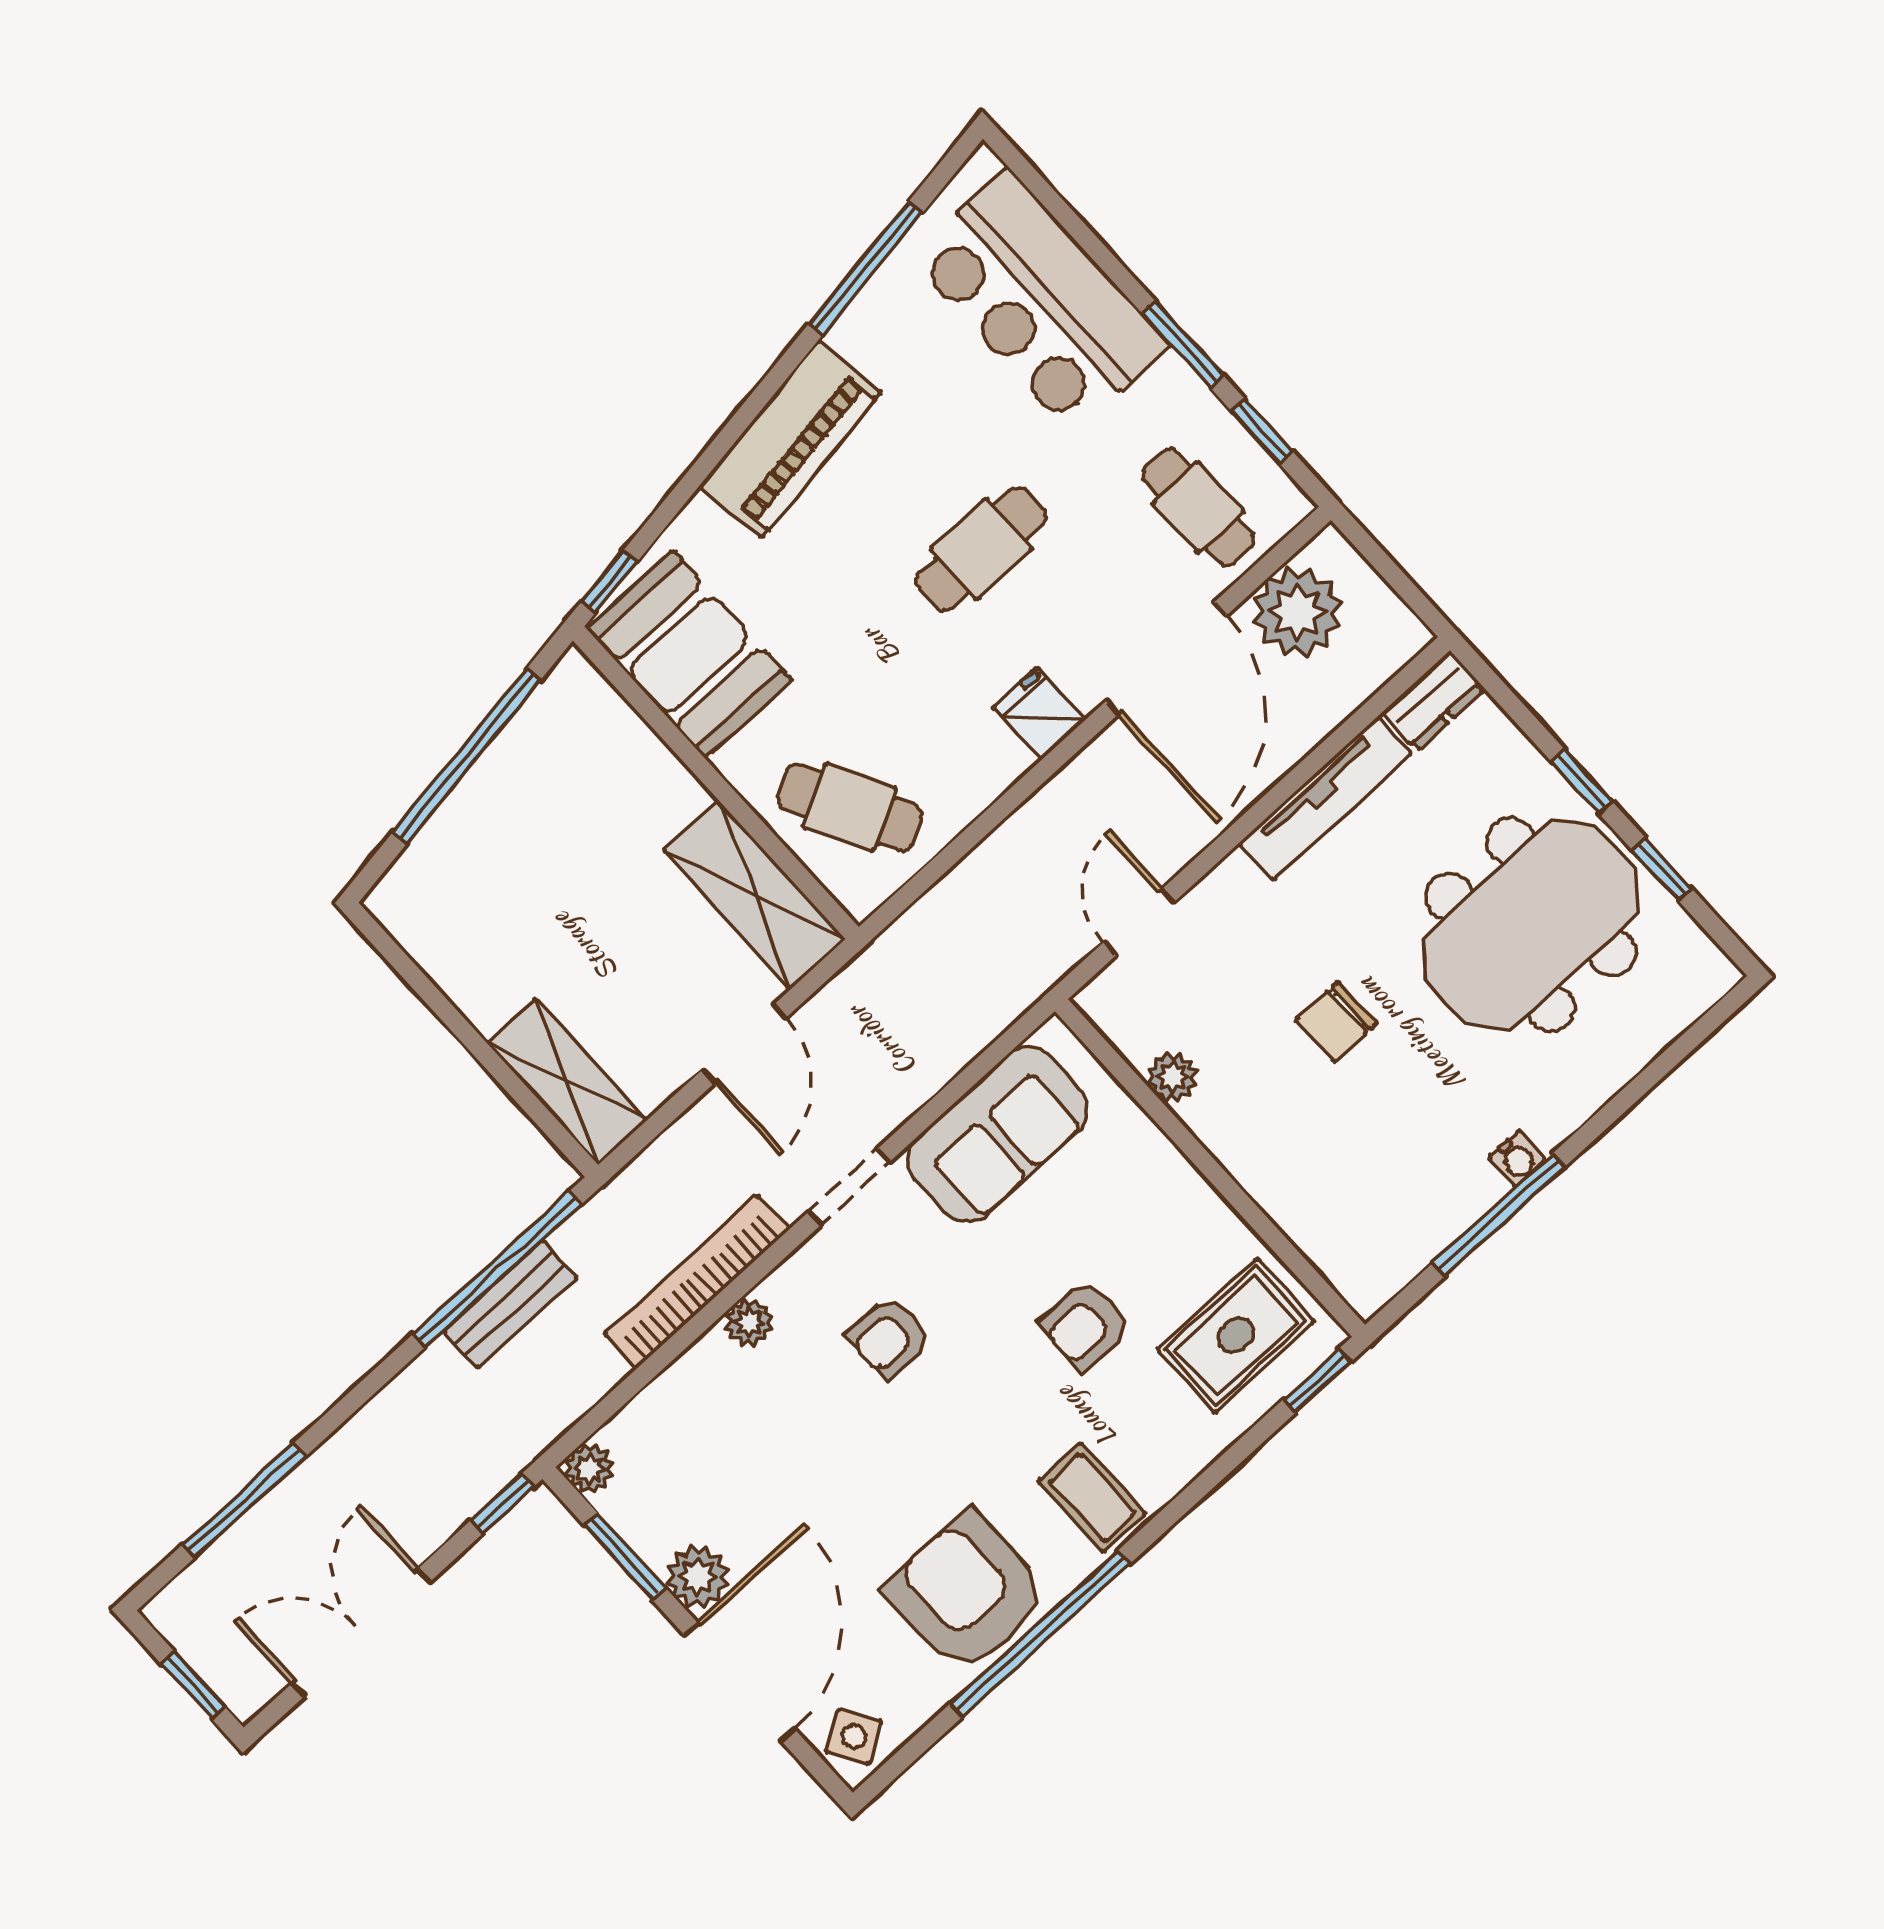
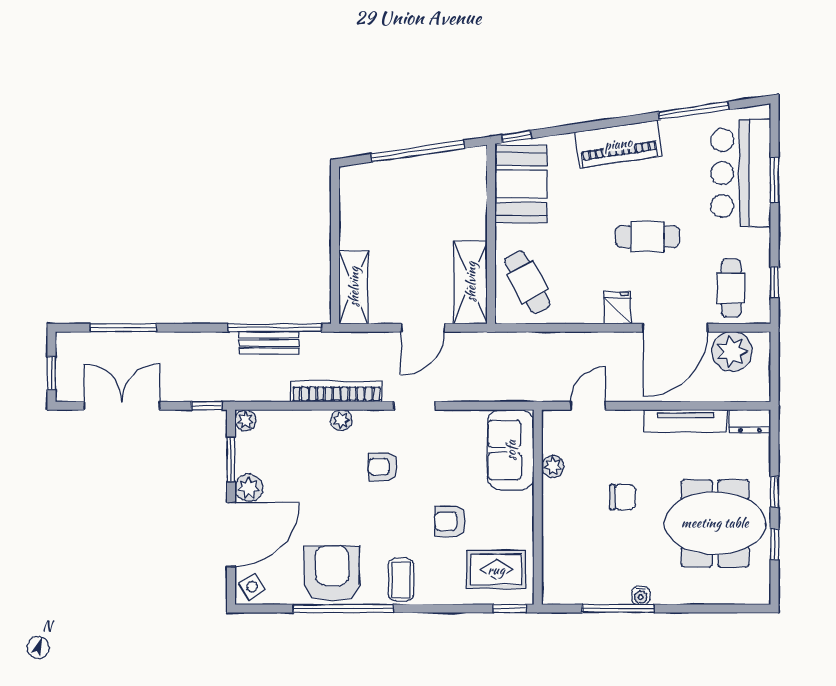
window: (1183, 345) -> (774, 180), moved
chair: (1336, 1022) -> (623, 497), turned 180
sofa: (998, 1135) -> (511, 450), moved, turned 90

